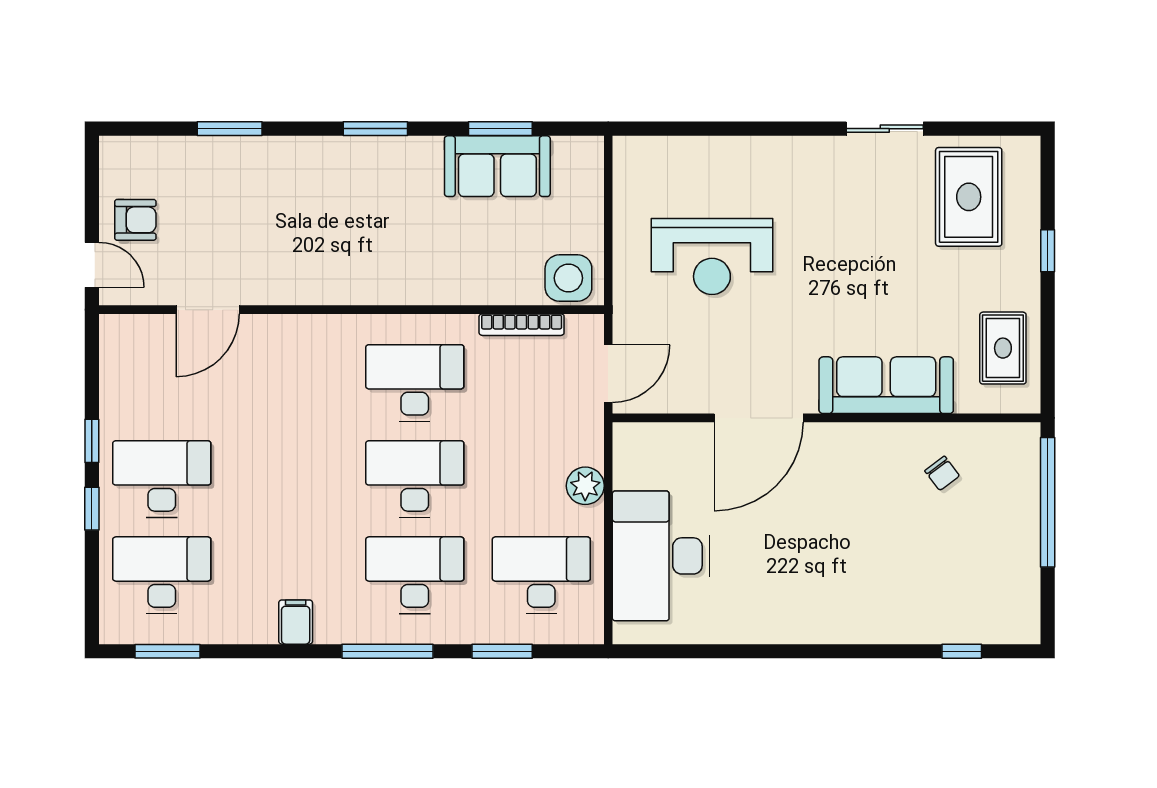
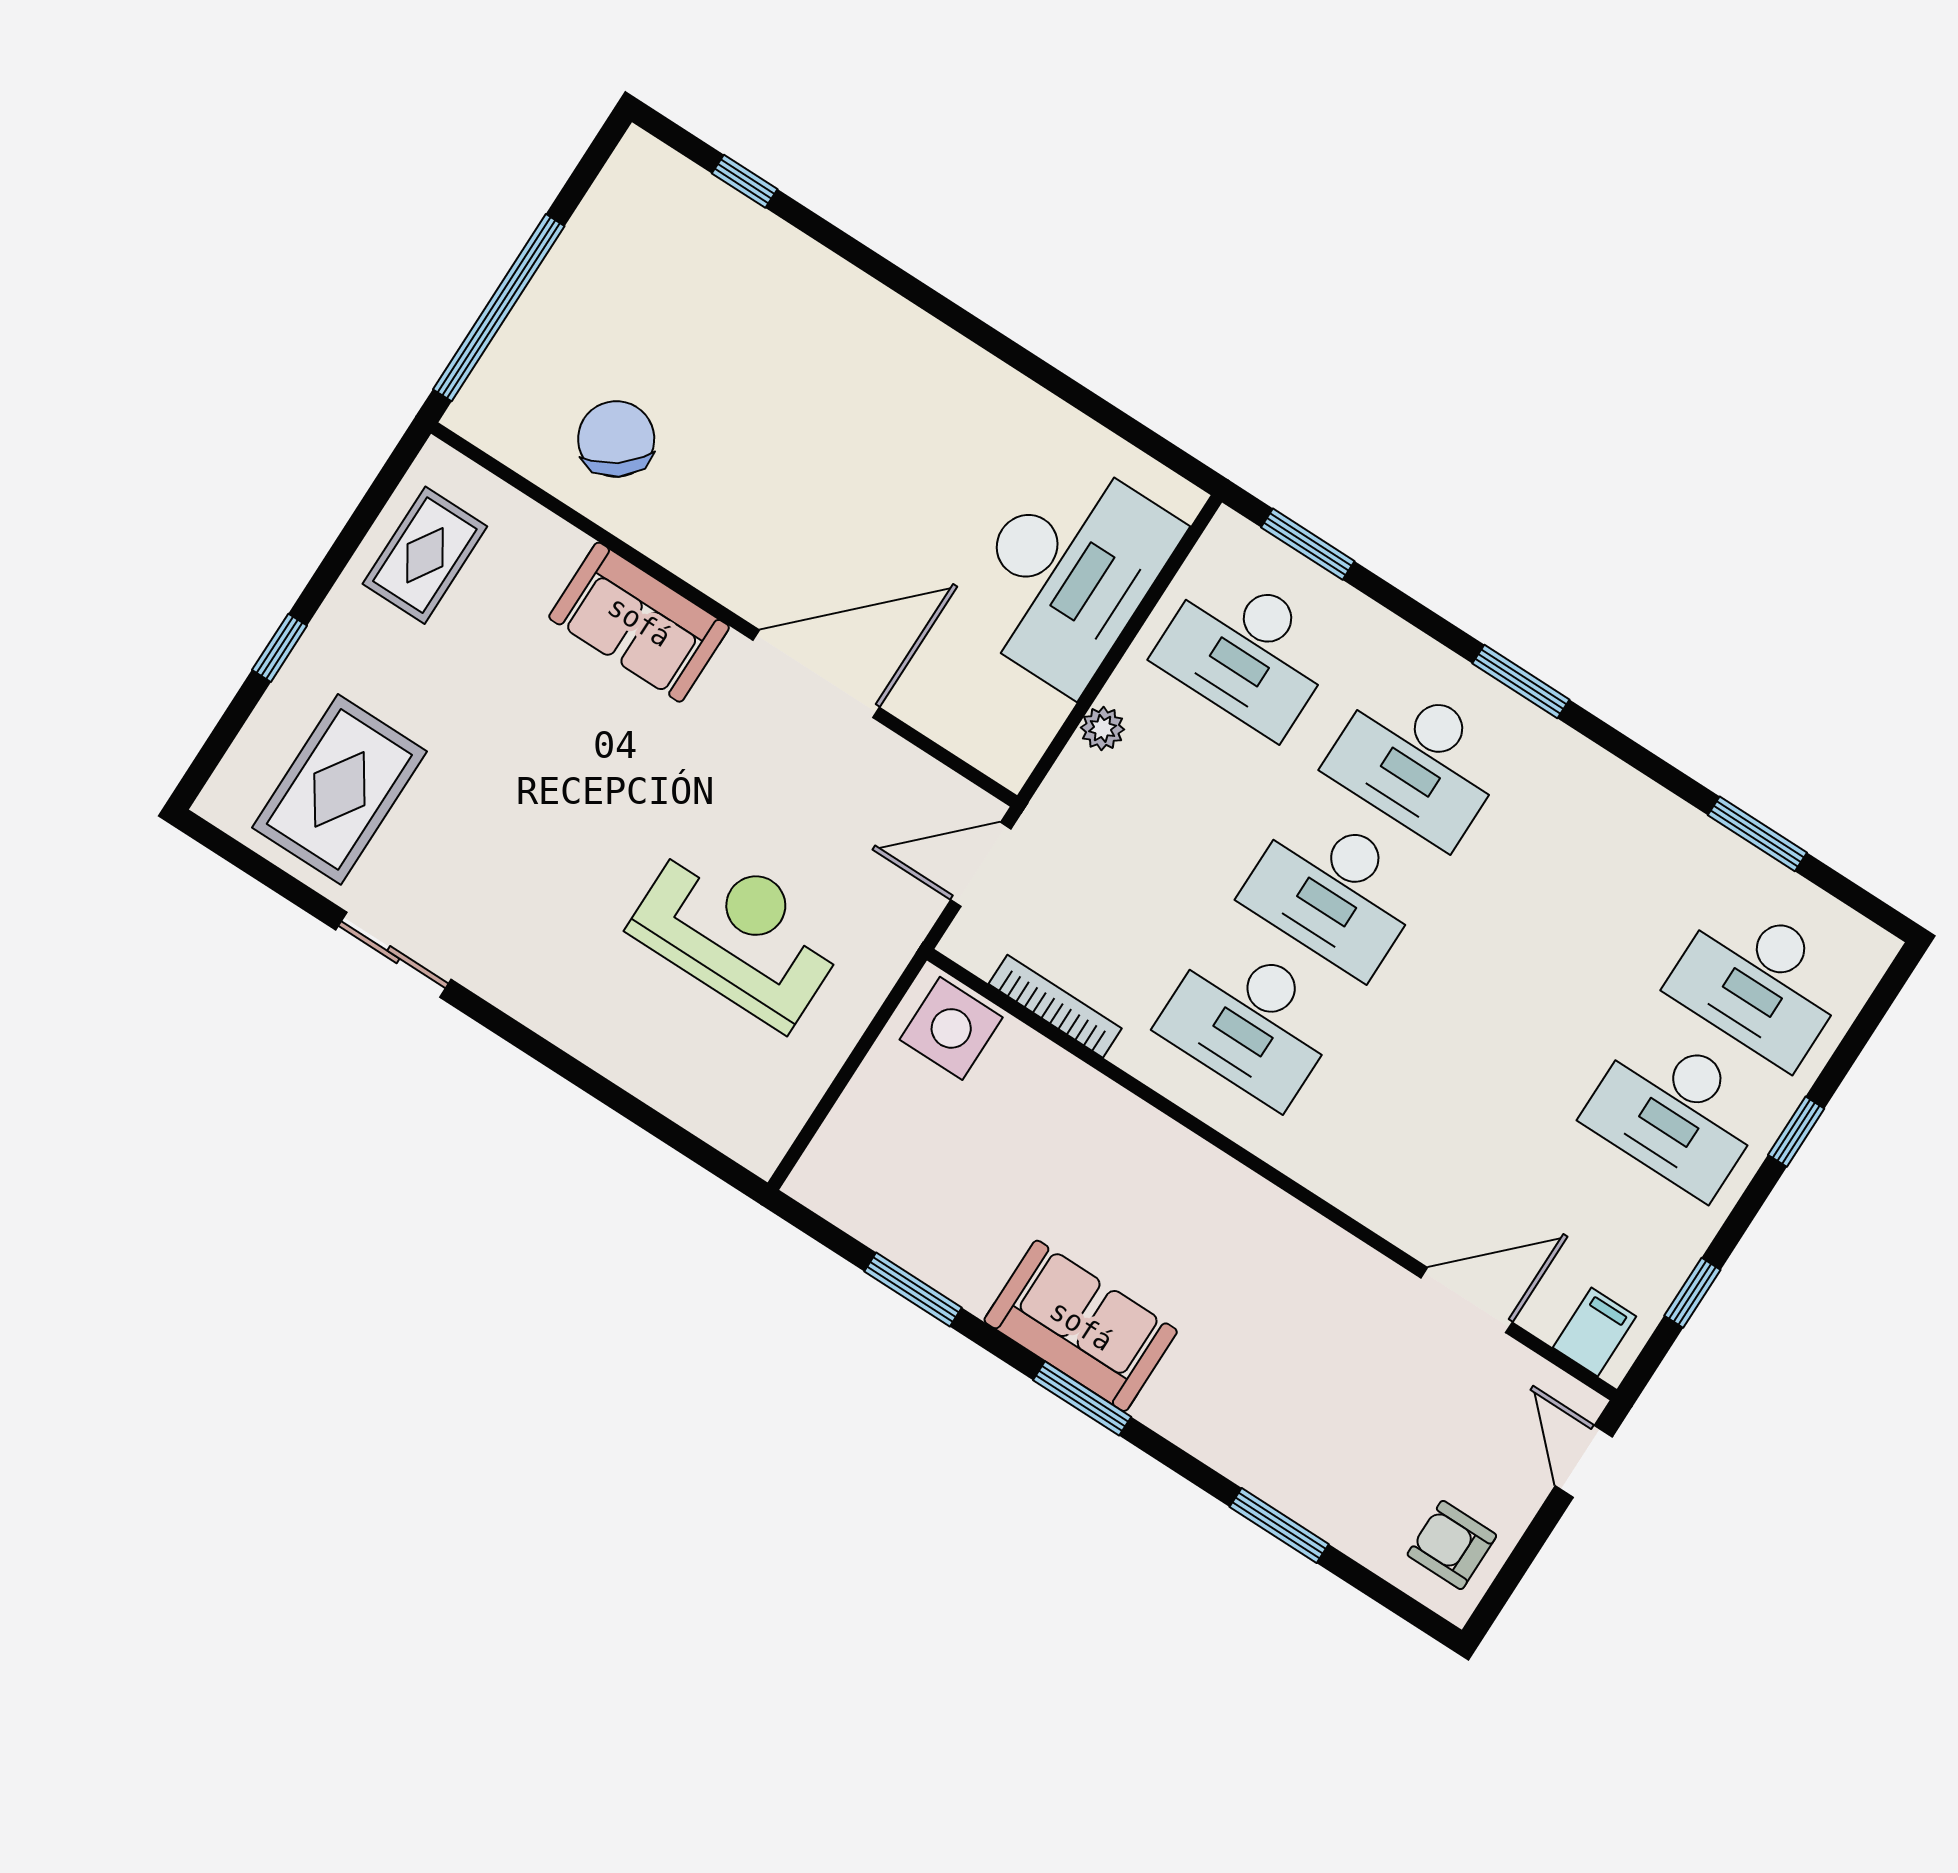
sofa: (497, 166) -> (1081, 1326), moved
armchair: (135, 220) -> (1452, 1545), moved
sofa: (886, 385) -> (639, 622), width x0.73
window: (92, 441) -> (1692, 1293), moved
chair: (942, 473) -> (616, 439), width x1.87, depth x1.87
plant: (585, 486) -> (1103, 728), width x0.73, depth x0.73
filing cabinet: (296, 622) -> (1595, 1332), moved, turned 180
window: (167, 651) -> (1757, 834), moved
window: (388, 651) -> (1521, 682), width x0.69
window: (502, 651) -> (1308, 544), moved

